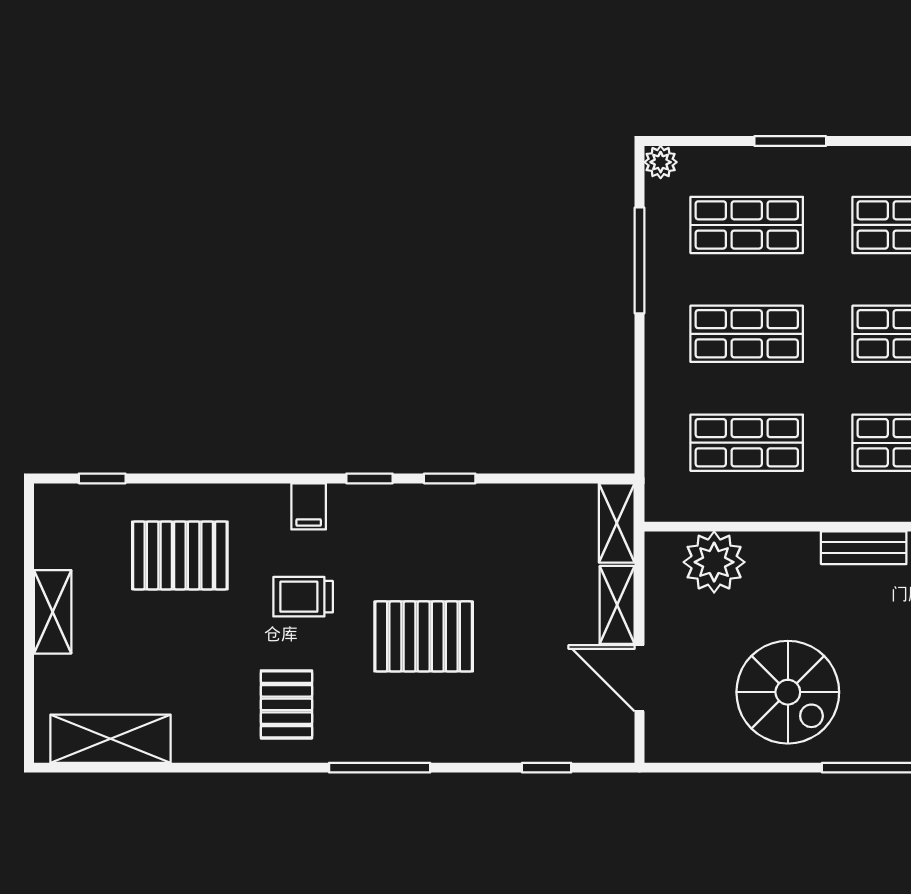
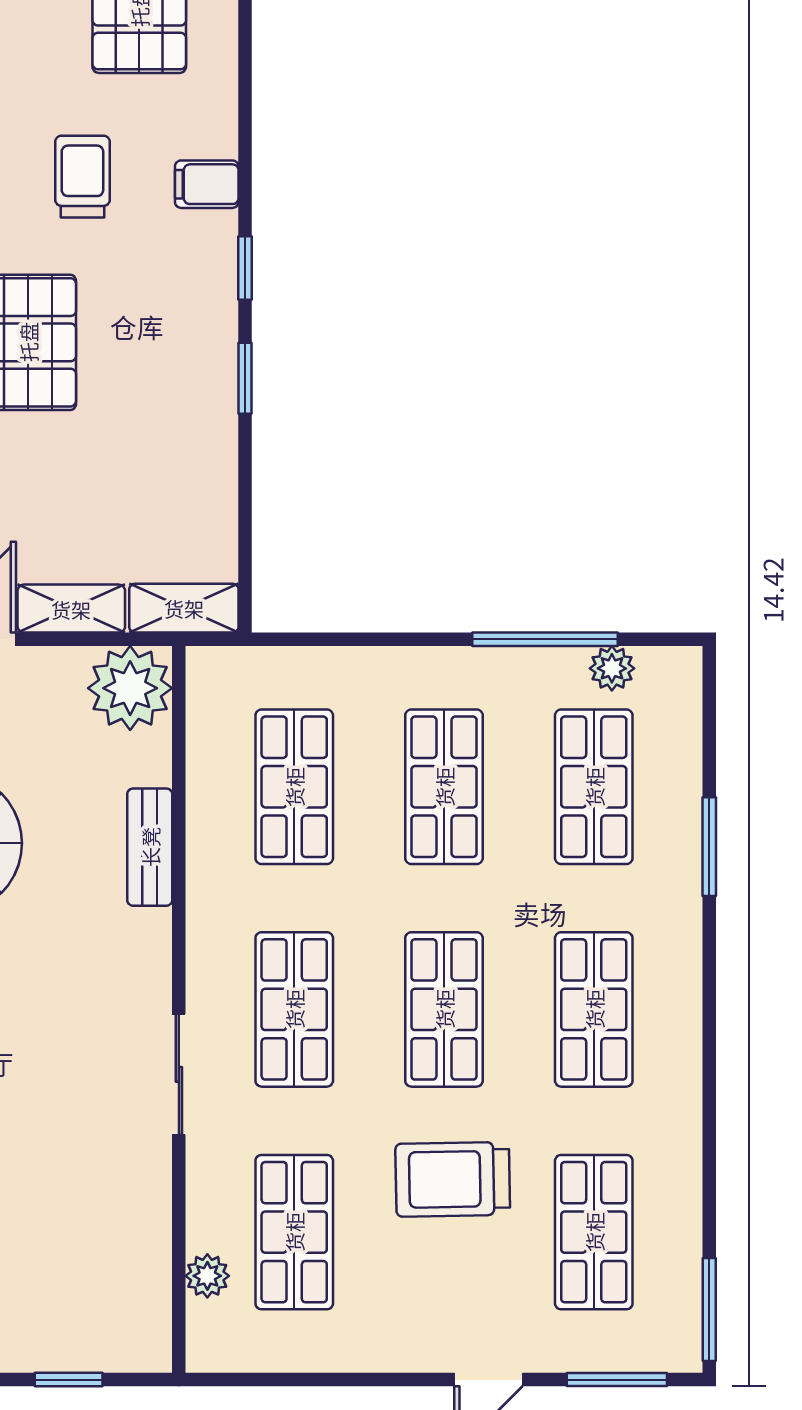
plant: (661, 162) -> (612, 668), moved
bench: (864, 548) -> (150, 847), moved
plant: (714, 562) -> (130, 688), moved

